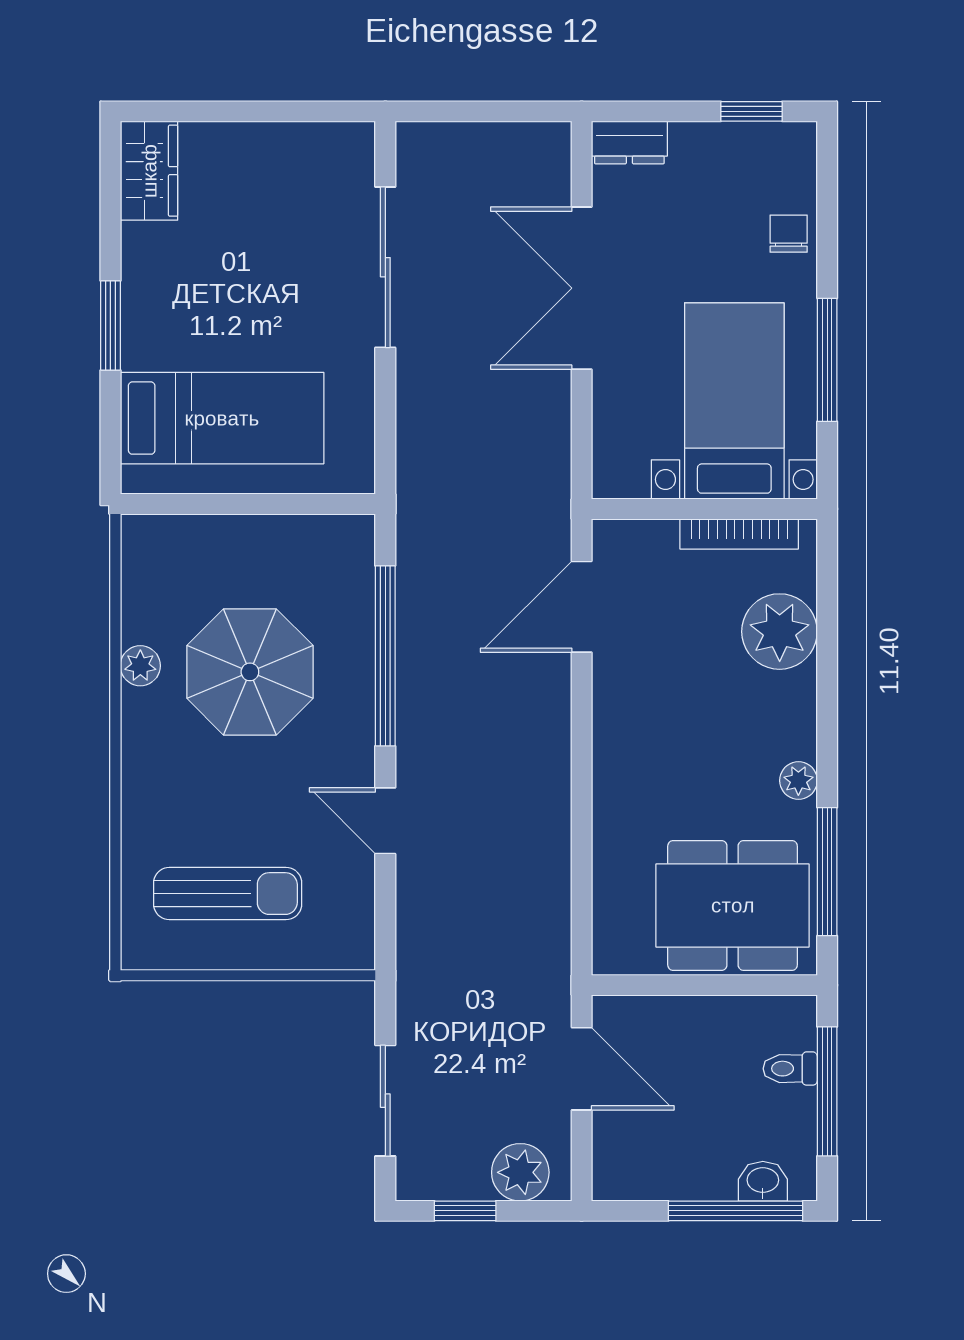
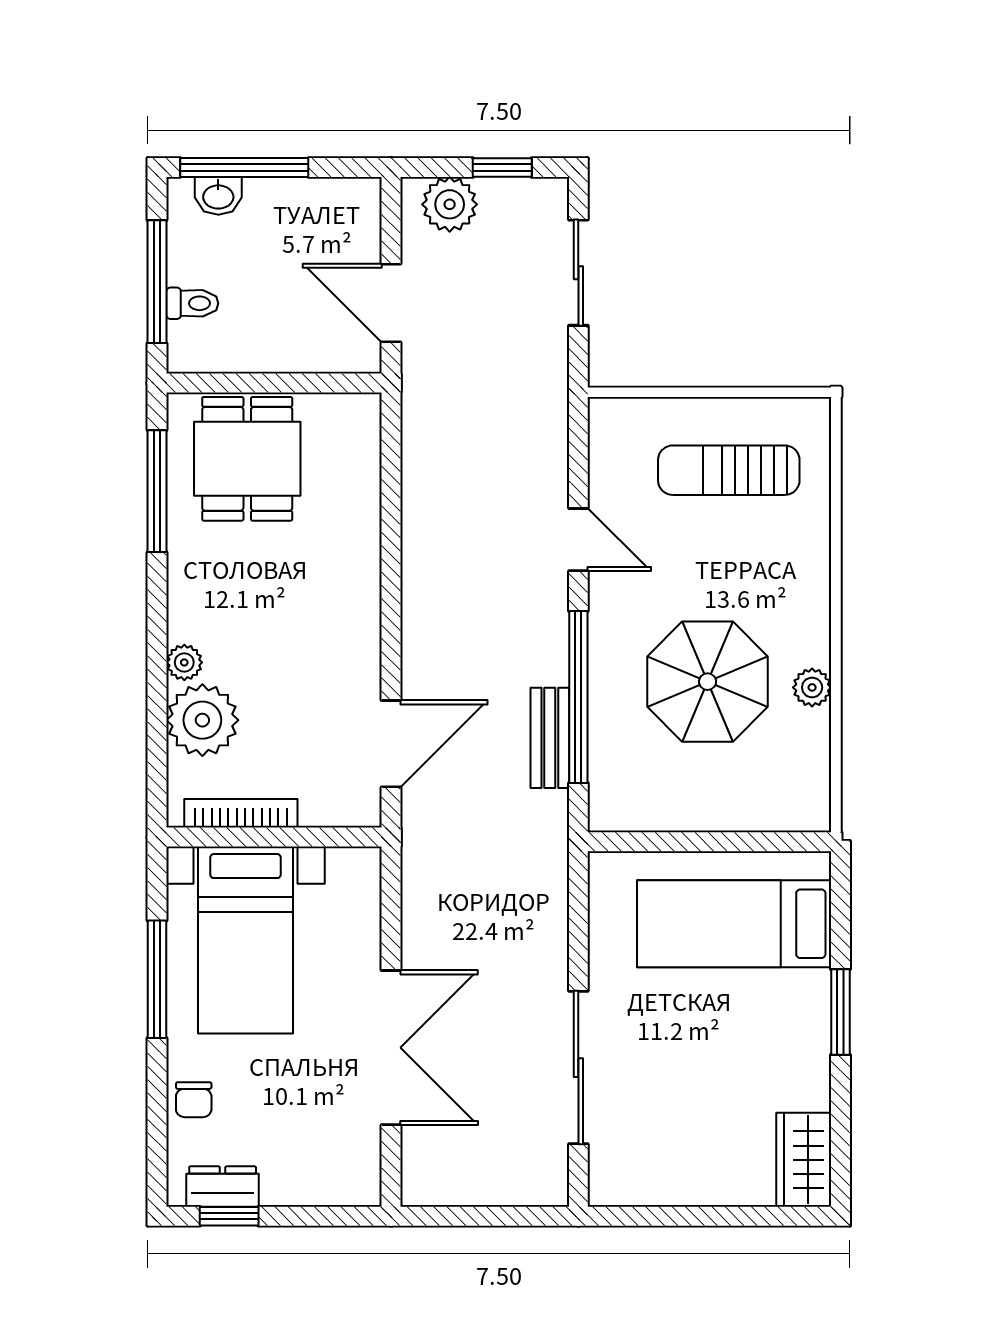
dresser: (629, 143) -> (223, 1187), moved
bench: (415, 613) -> (550, 738), added
plant: (798, 781) -> (184, 662), moved
dining table: (733, 905) -> (247, 459), width x0.73

